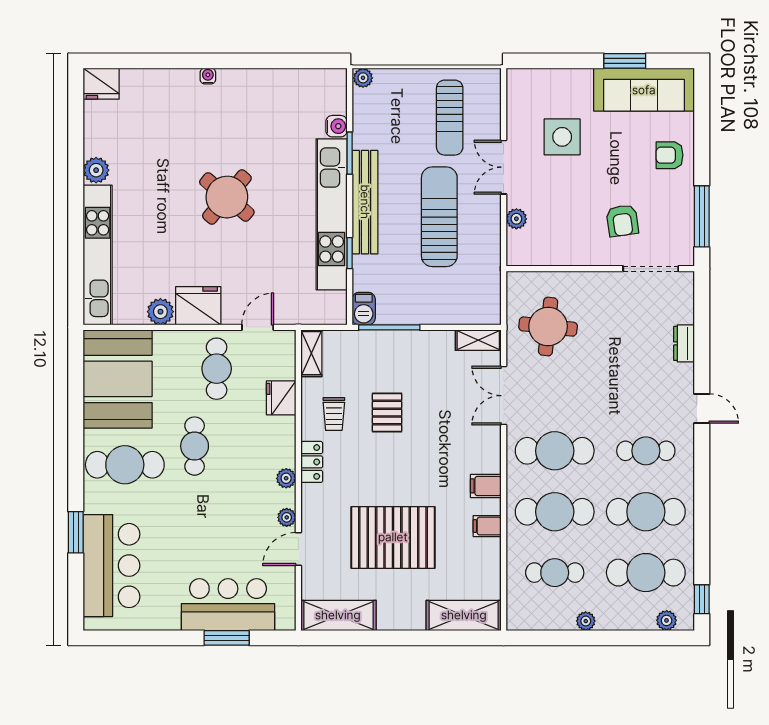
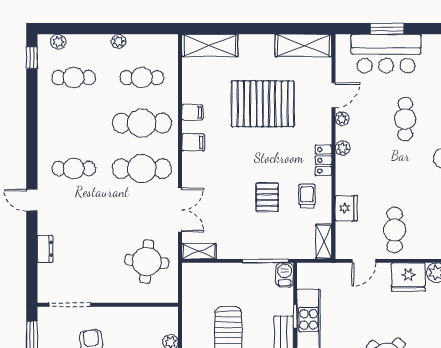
cafe table: (195, 446) -> (405, 119), moved
cafe table: (646, 512) -> (74, 123), removed
cafe table: (646, 573) -> (74, 78), width x0.73, depth x0.74

